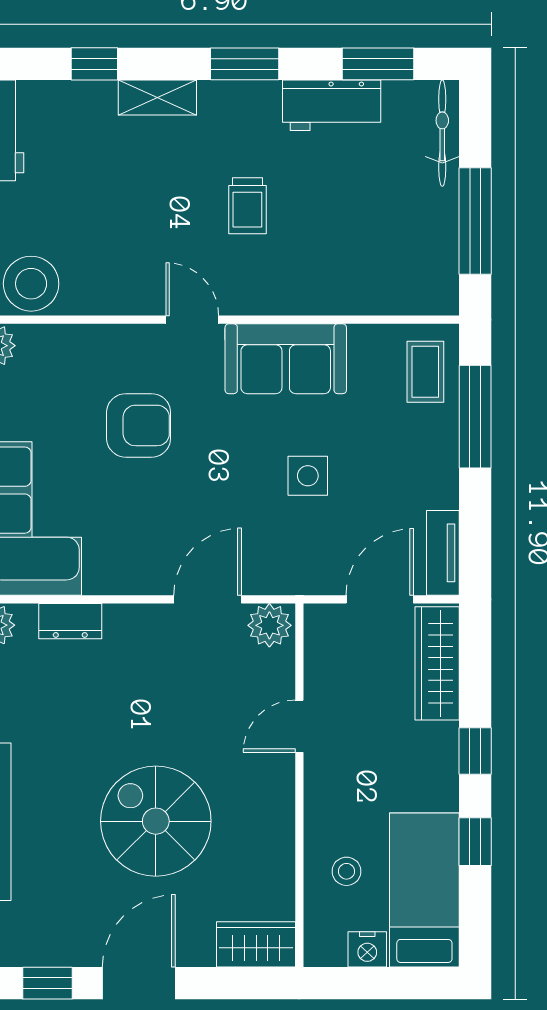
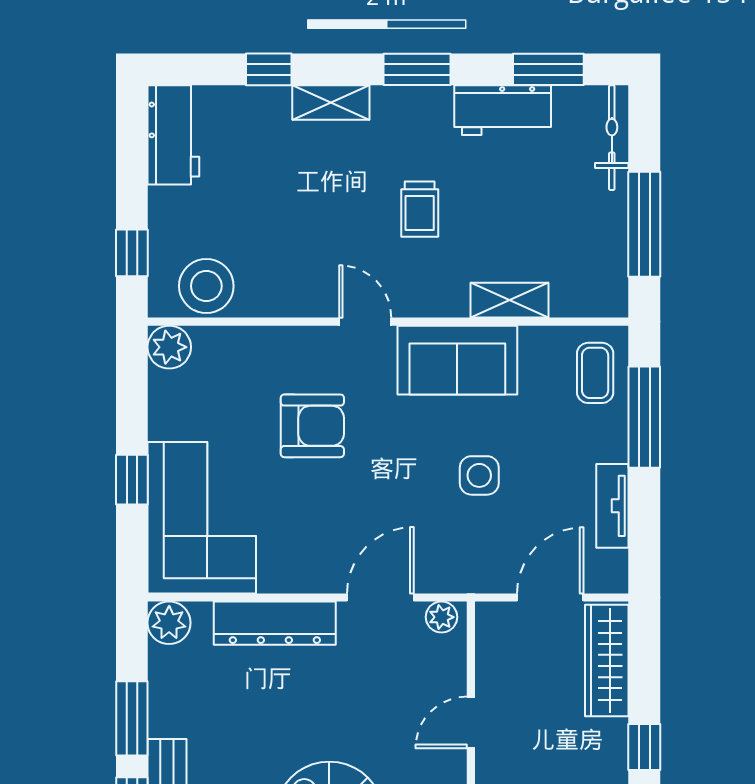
shelving: (338, 298) -> (509, 300), added
tv unit: (443, 553) -> (612, 506), moved
dresser: (70, 621) -> (275, 623), width x1.96, depth x1.24
plant: (269, 625) -> (441, 617), width x0.73, depth x0.73

